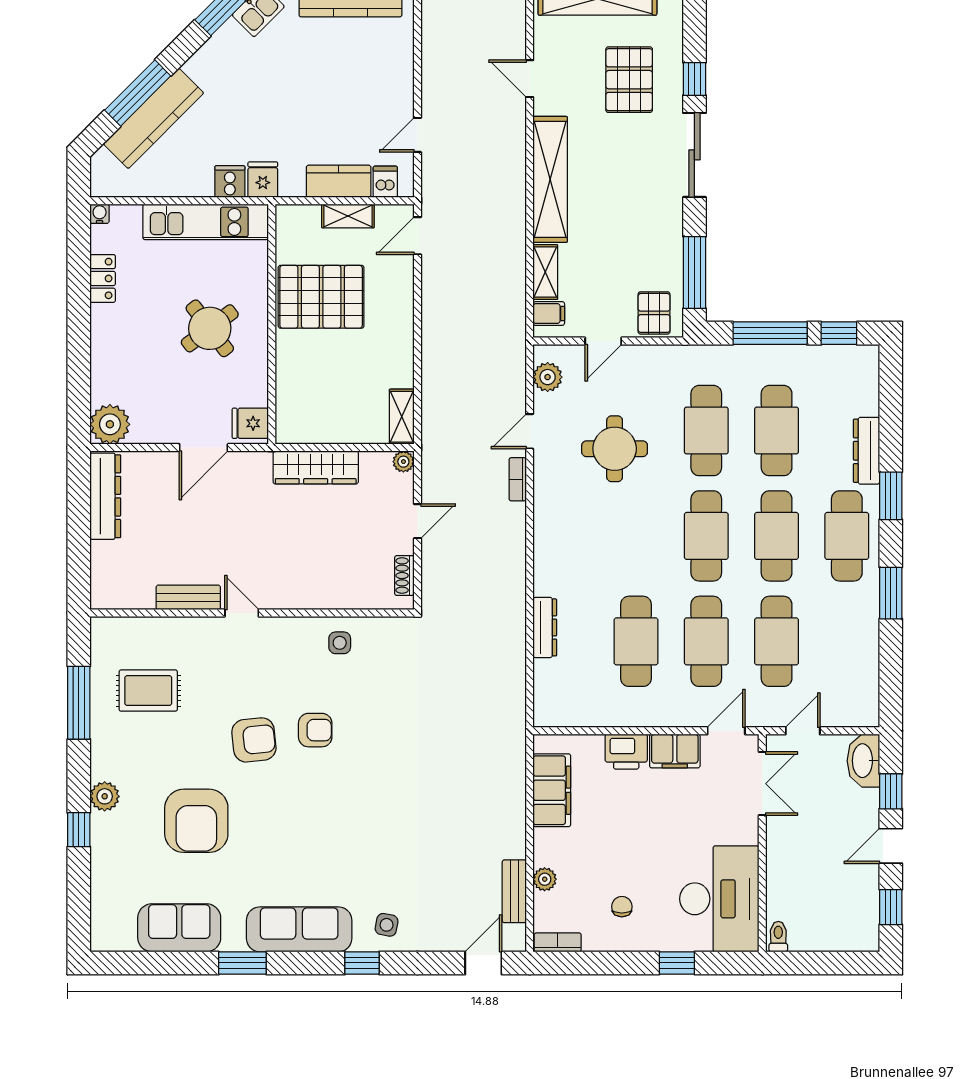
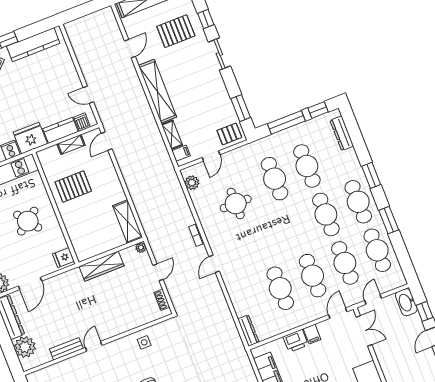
door: (530, 79) -> (130, 49), swing flipped
pallet: (629, 80) -> (176, 31), turned 90
door: (417, 135) -> (88, 95), hinge flipped
sliding door: (694, 155) -> (219, 54), width x0.73
fridge: (263, 180) -> (30, 138), width x1.88, depth x1.34
window: (694, 273) -> (241, 108), width x0.69
pallet: (321, 297) -> (73, 187), width x0.73, depth x0.71
pallet: (654, 313) -> (229, 134), turned 90
shelving: (402, 417) -> (128, 222), width x1.50, depth x1.33
door: (530, 431) -> (214, 264), moved
door: (204, 448) -> (30, 283), moved
dresser: (866, 451) -> (342, 133), moved
cafe table: (706, 536) -> (377, 250), moved
plant: (112, 563) -> (25, 347), added
door: (242, 613) -> (94, 346), hinge flipped
dresser: (545, 627) -> (248, 331), moved
filing cabinet: (675, 751) -> (312, 334), width x0.50

